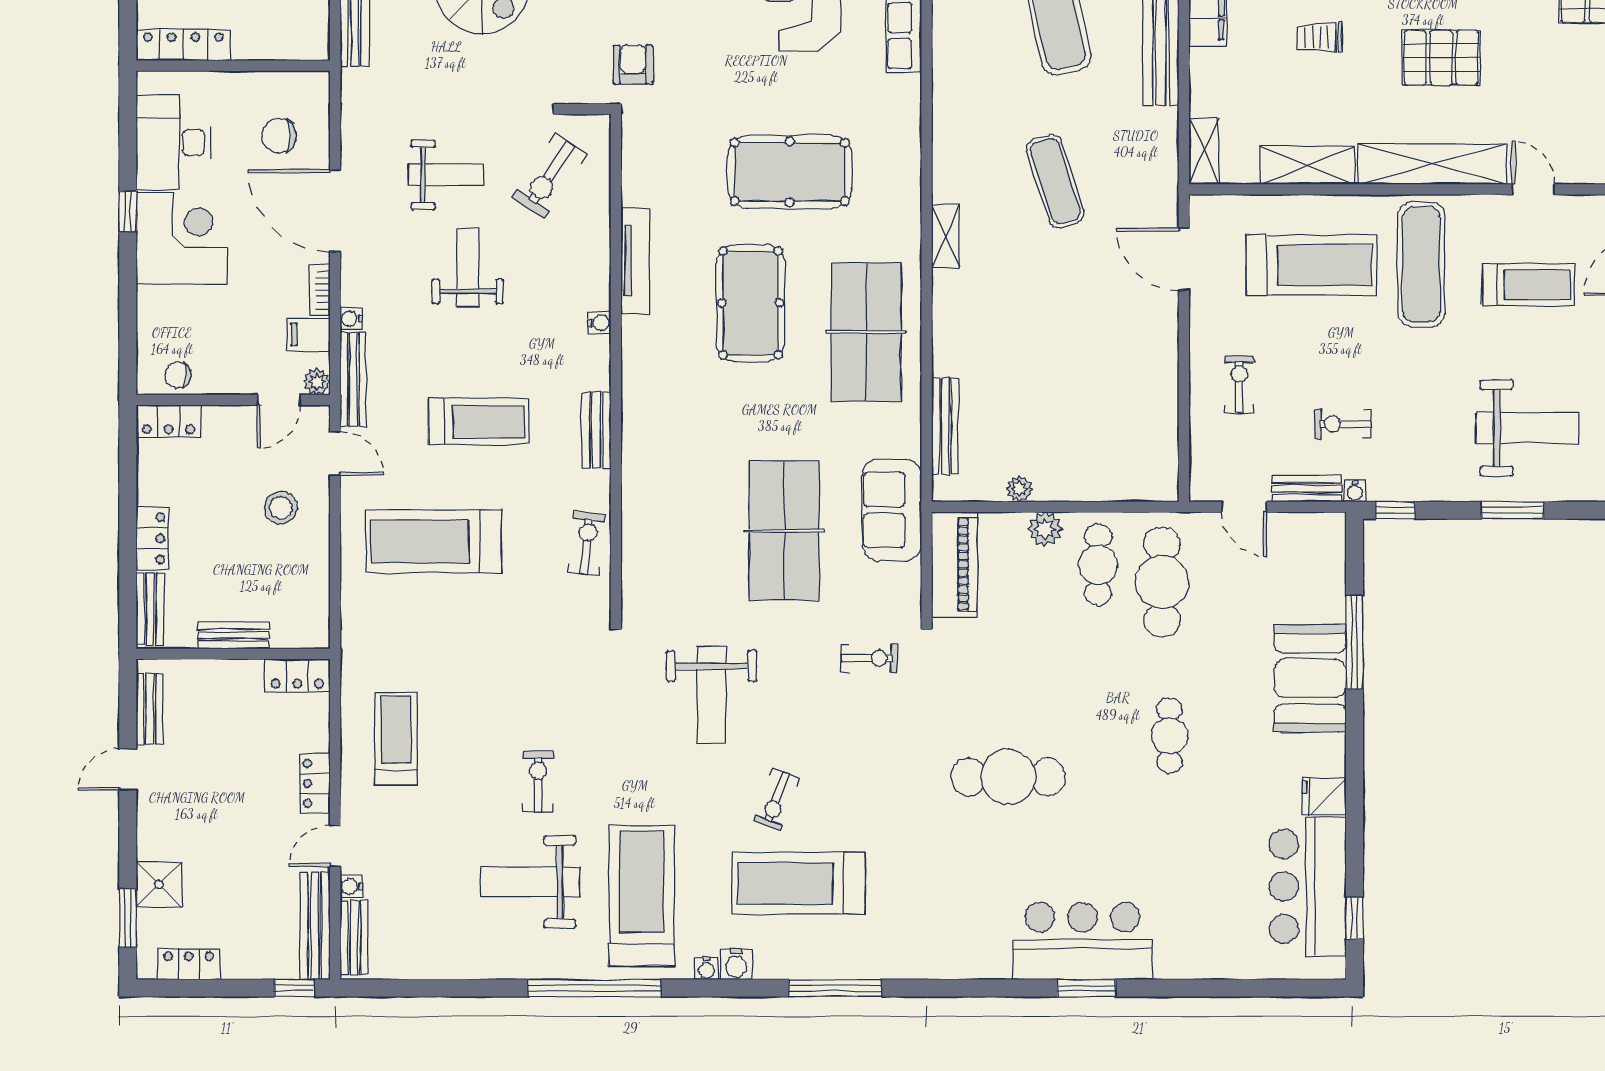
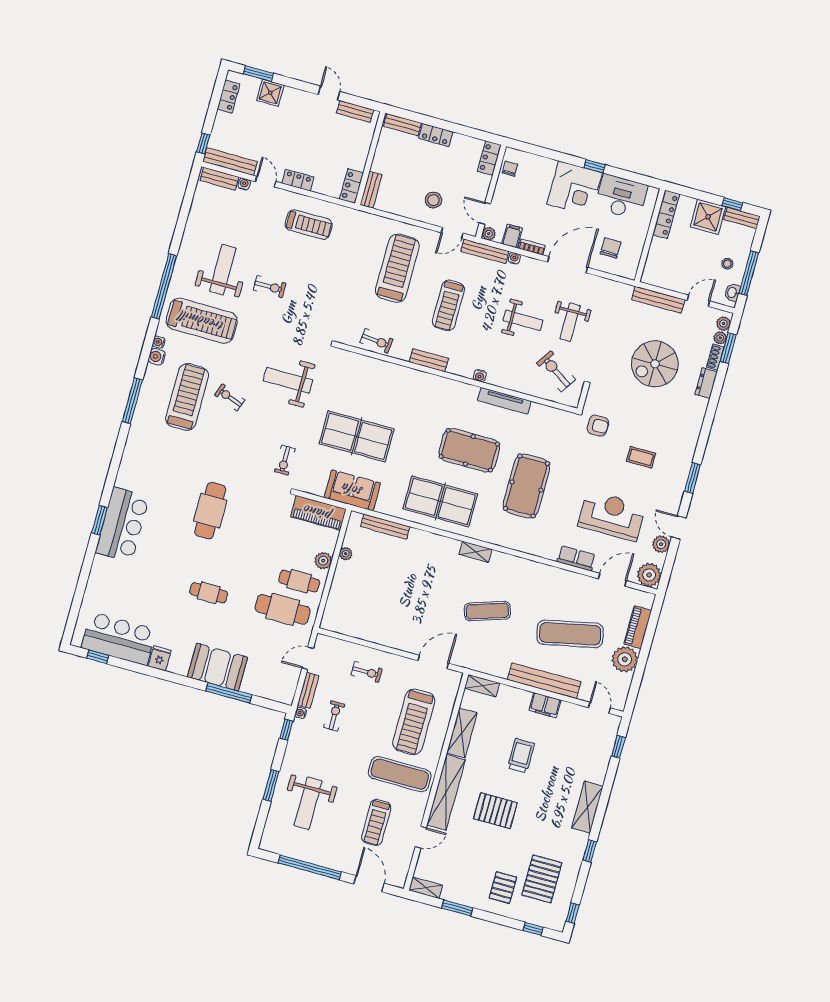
trolley: (1320, 37) -> (521, 756), width x1.36, depth x1.39
pallet: (1441, 58) -> (495, 811), turned 90
bench: (233, 635) -> (371, 190), moved

